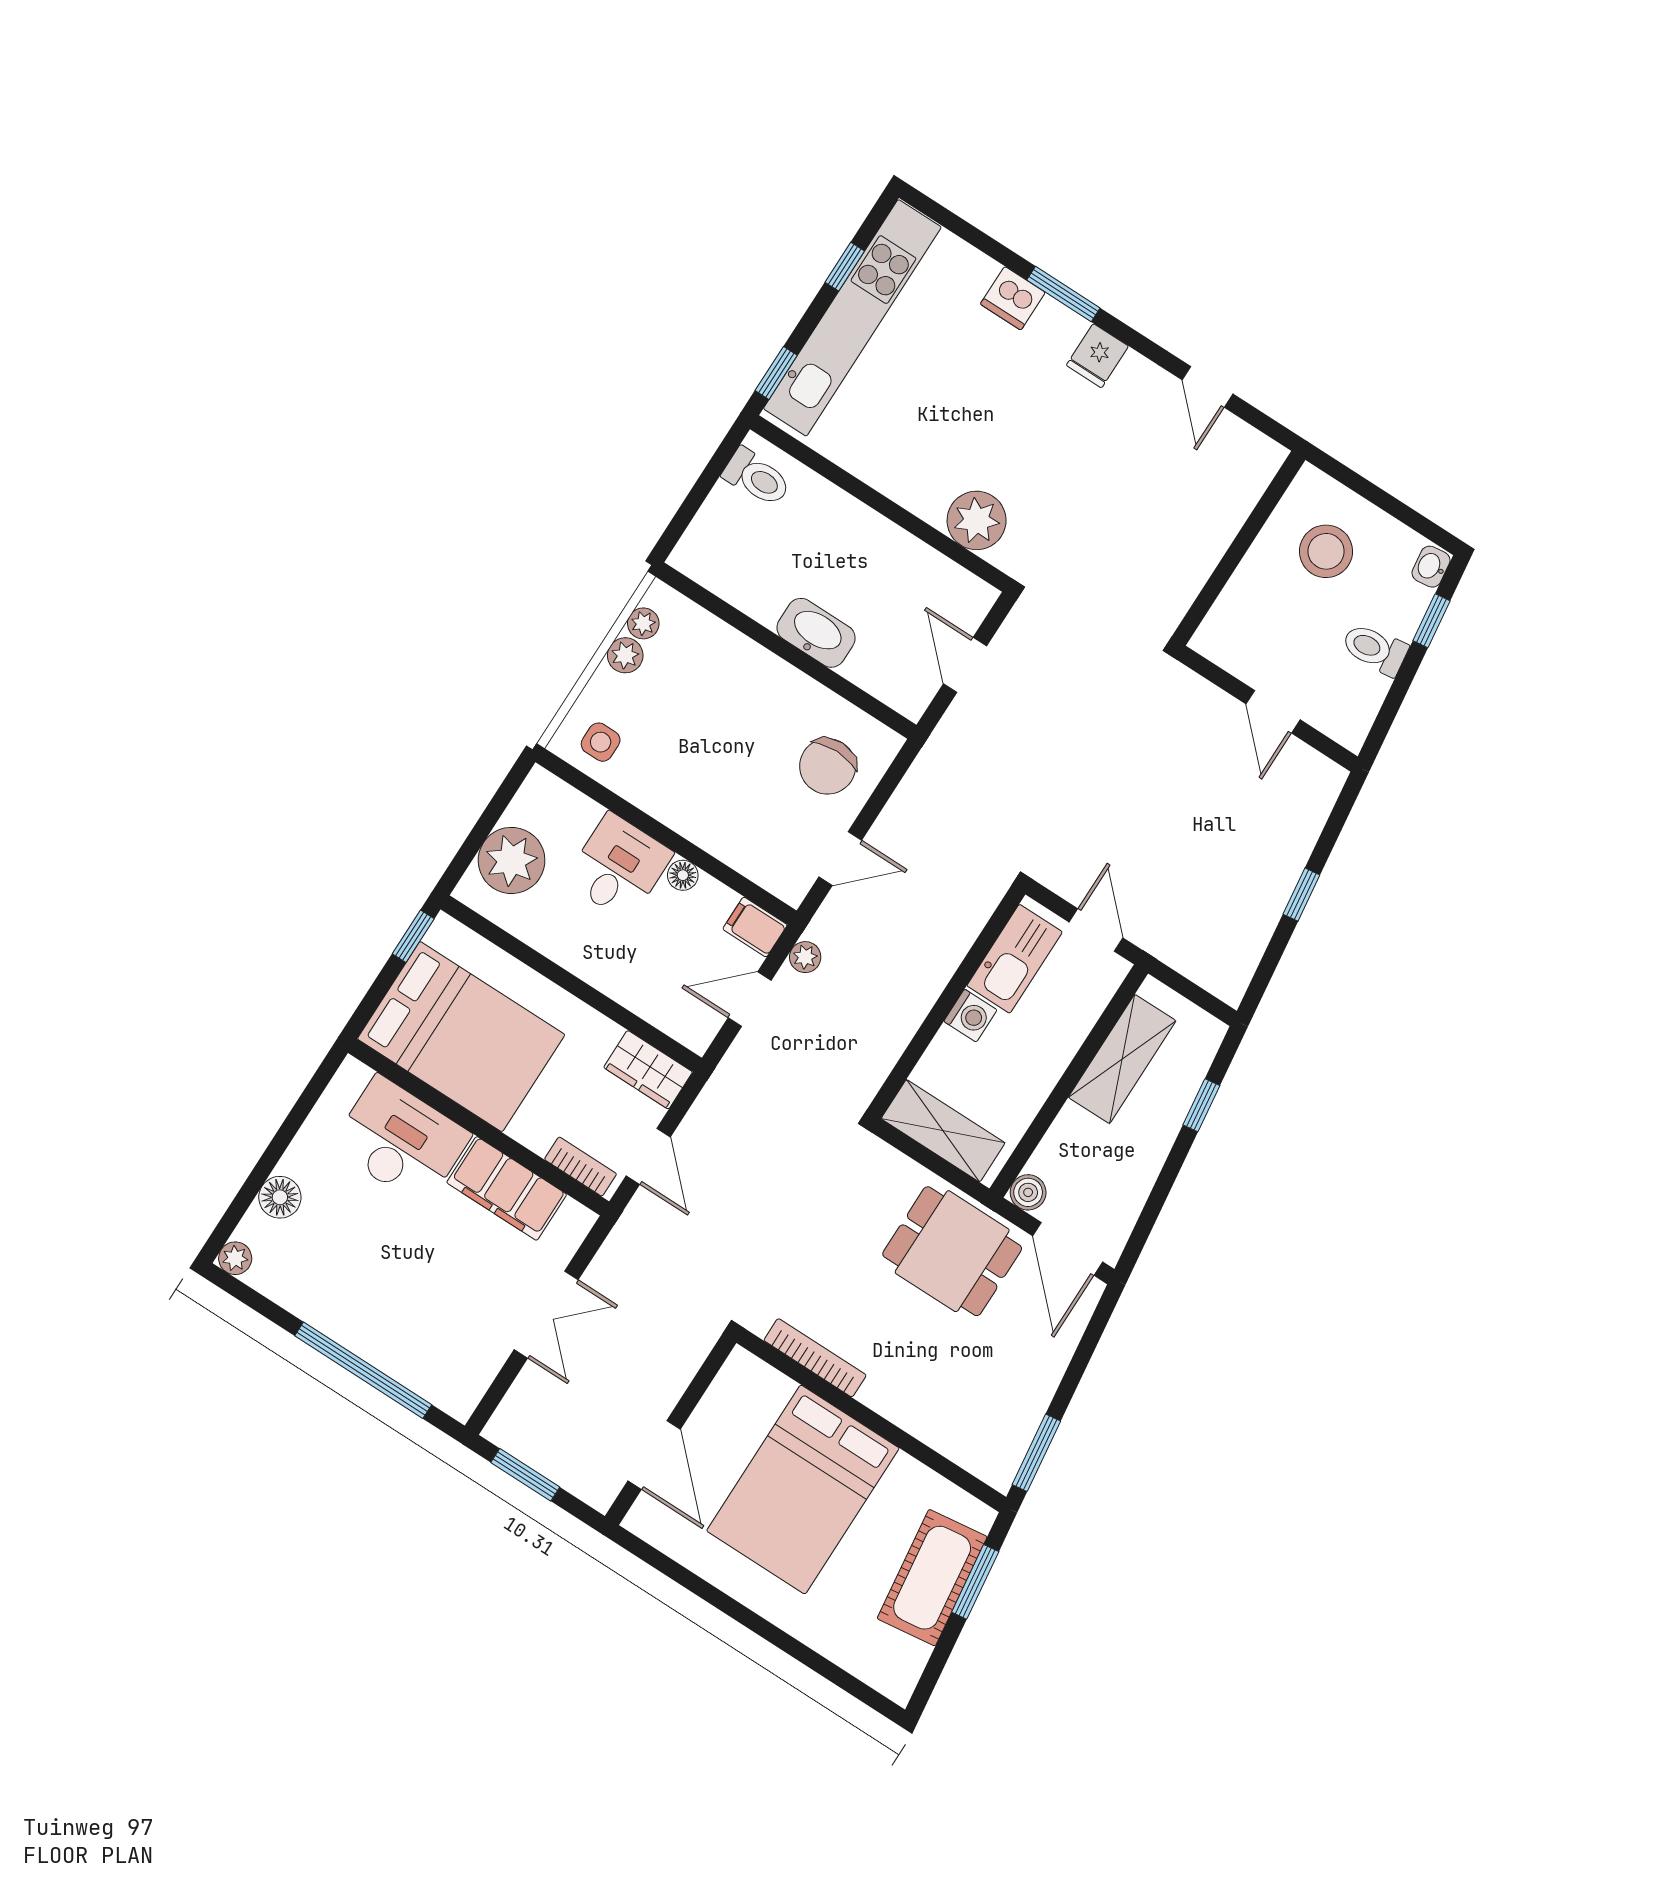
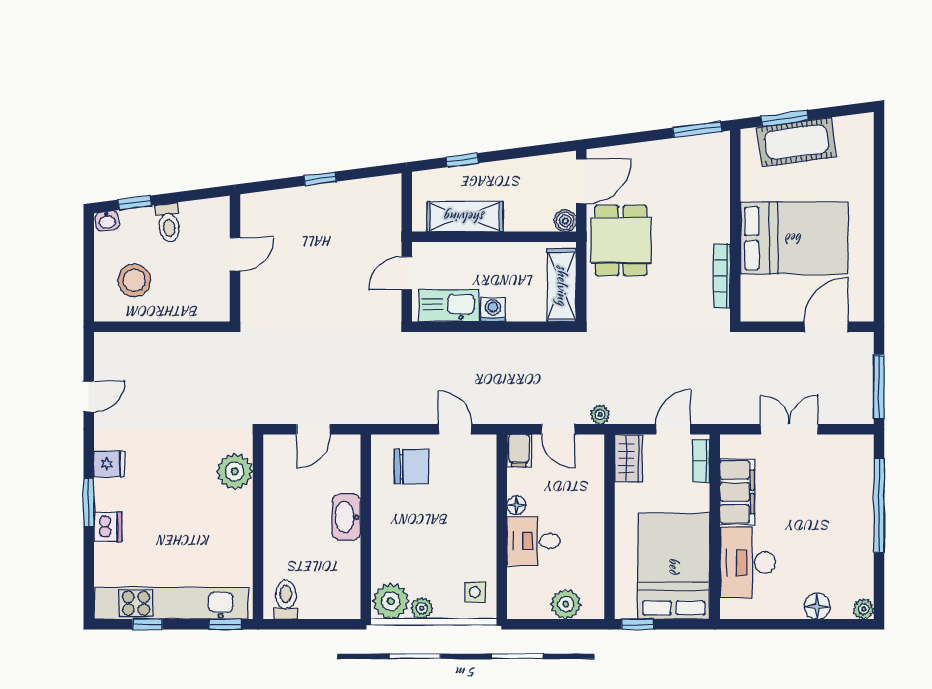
plant: (643, 623) -> (391, 601), width x1.87, depth x1.87
plant: (512, 860) -> (566, 604), width x0.73, depth x0.73
plant: (805, 957) -> (600, 415), moved
window: (525, 1475) -> (879, 387), width x1.44

